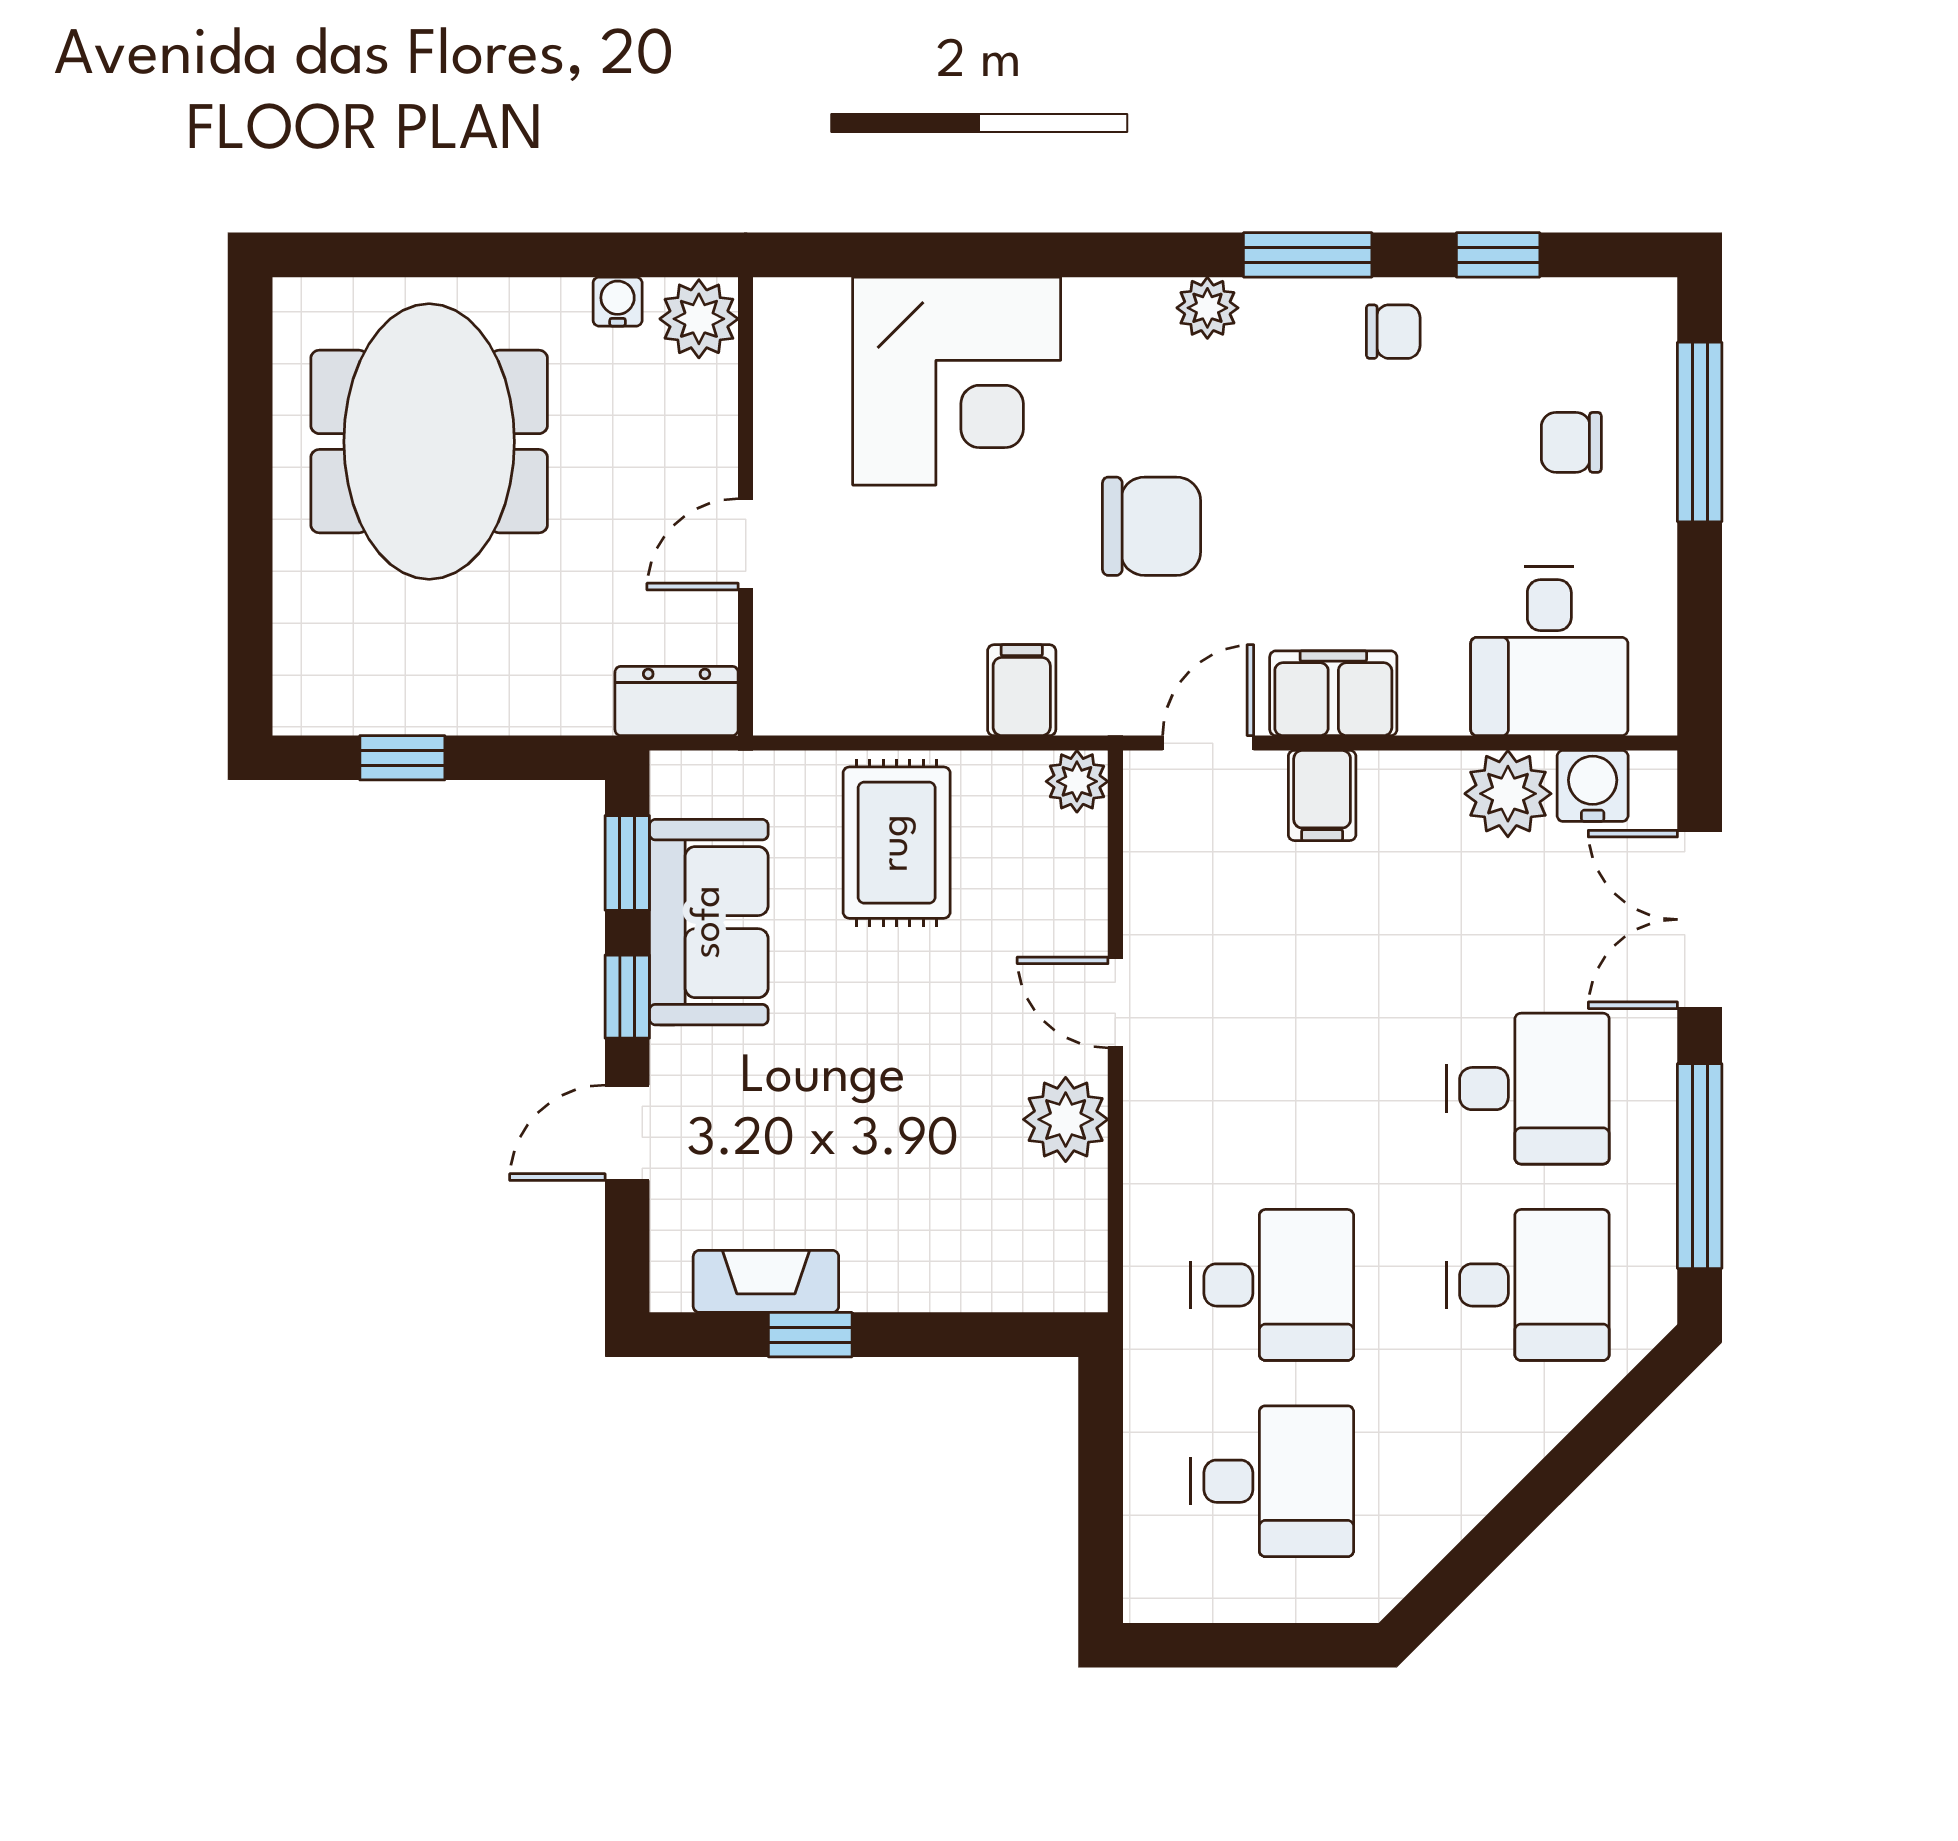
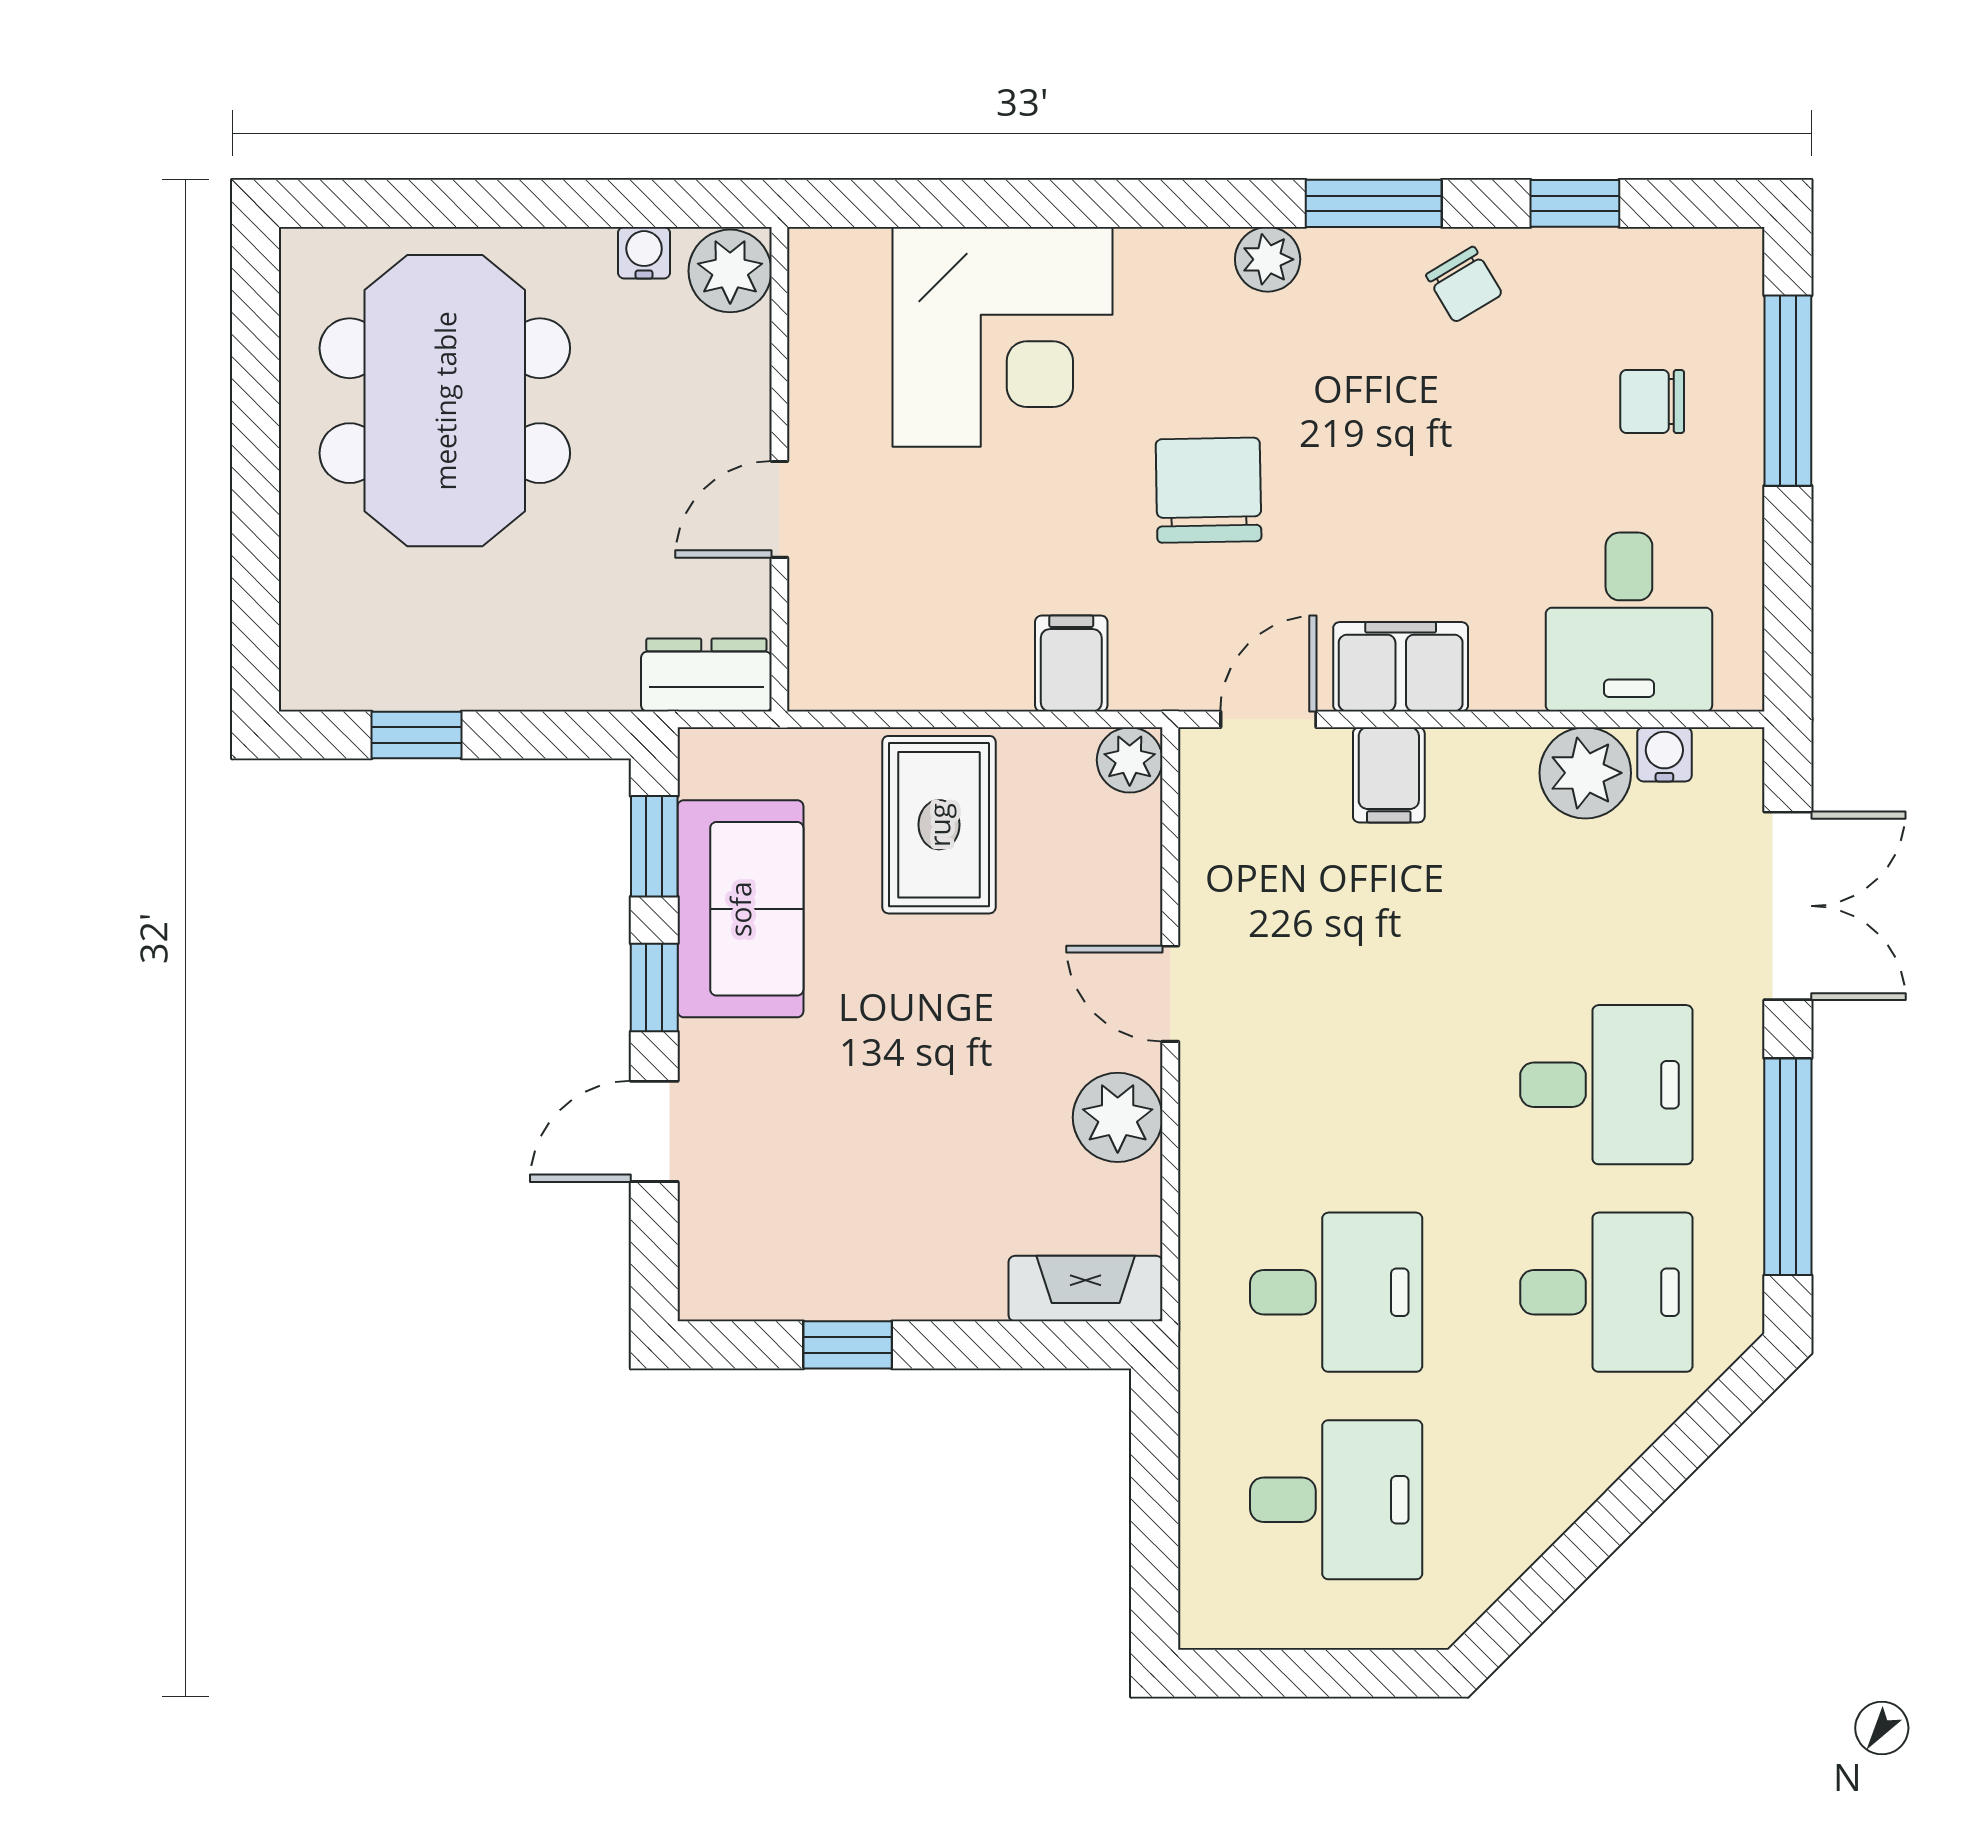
chair: (1393, 332) -> (1464, 284), turned 59
chair: (1152, 526) -> (1209, 490), turned -91
water cooler: (1593, 786) -> (1664, 754), width x0.72, depth x0.72
double door: (1700, 919) -> (1788, 906), swing flipped
fireplace: (766, 1281) -> (1086, 1289), moved

